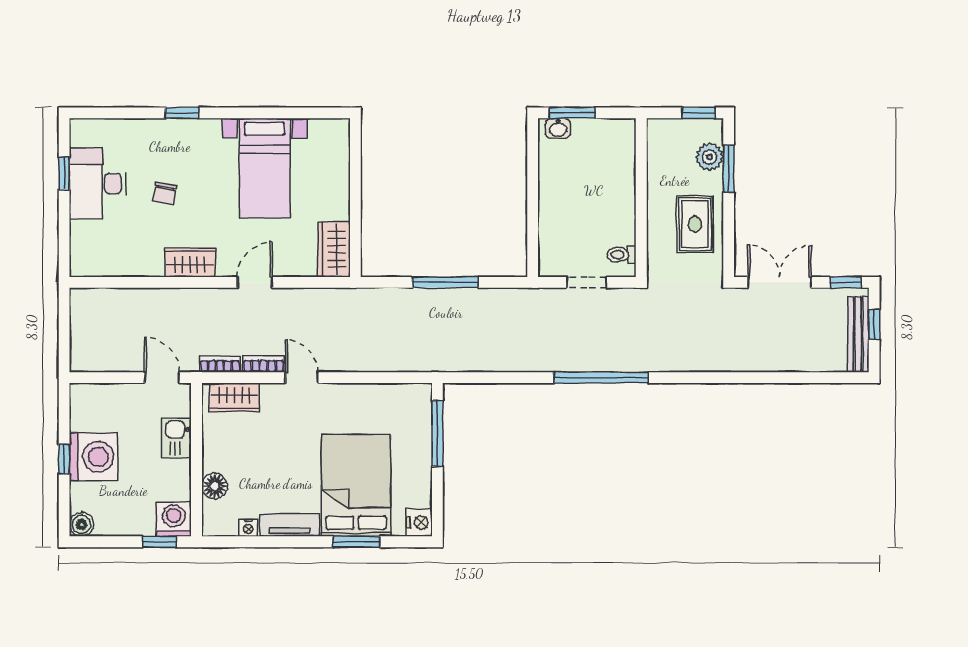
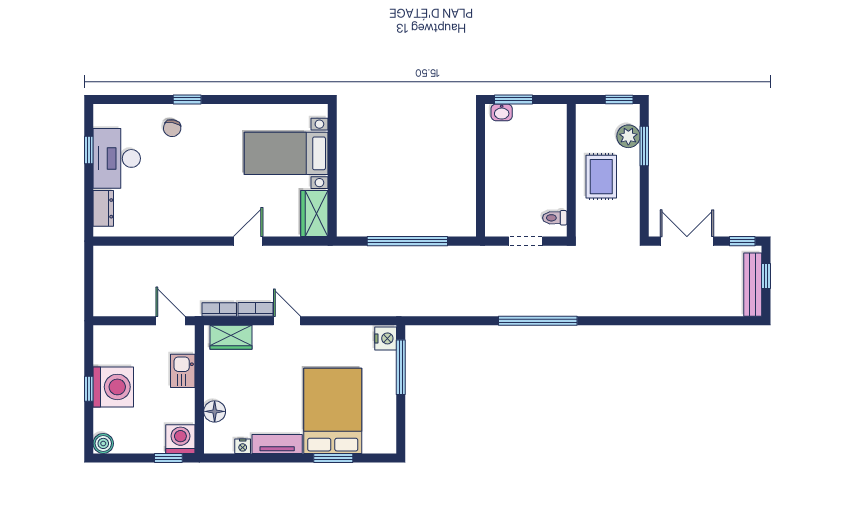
bed with nightstands: (265, 168) -> (286, 153), moved, turned 90
chair: (164, 194) -> (172, 128), moved
rug: (695, 224) -> (601, 177), moved
dresser: (82, 243) -> (103, 208), added
wardrobe: (190, 262) -> (194, 224), removed
window: (445, 282) -> (407, 241), width x1.46
nightstand: (419, 523) -> (386, 338), moved

